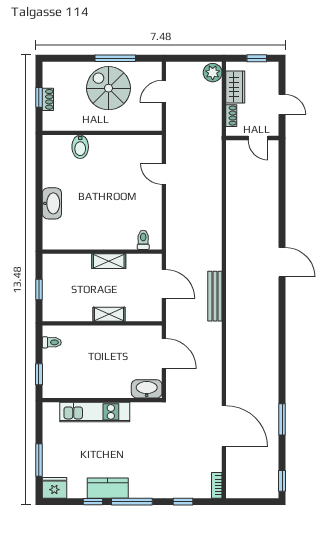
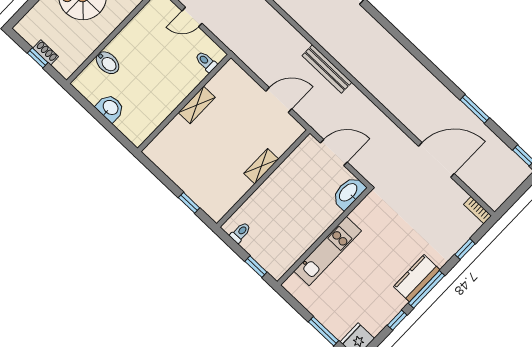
washbasin: (52, 203) -> (110, 108), moved, width x0.72
toilet: (143, 240) -> (206, 62), moved
wall: (102, 252) -> (184, 103), moved
shelving: (109, 261) -> (197, 105), moved
kitchen counter: (108, 488) -> (417, 278), moved

